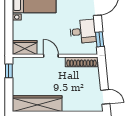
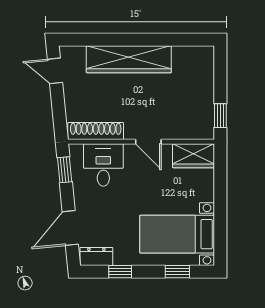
desk: (83, 31) -> (103, 165), moved, turned 96
wardrobe: (37, 104) -> (129, 59), moved

